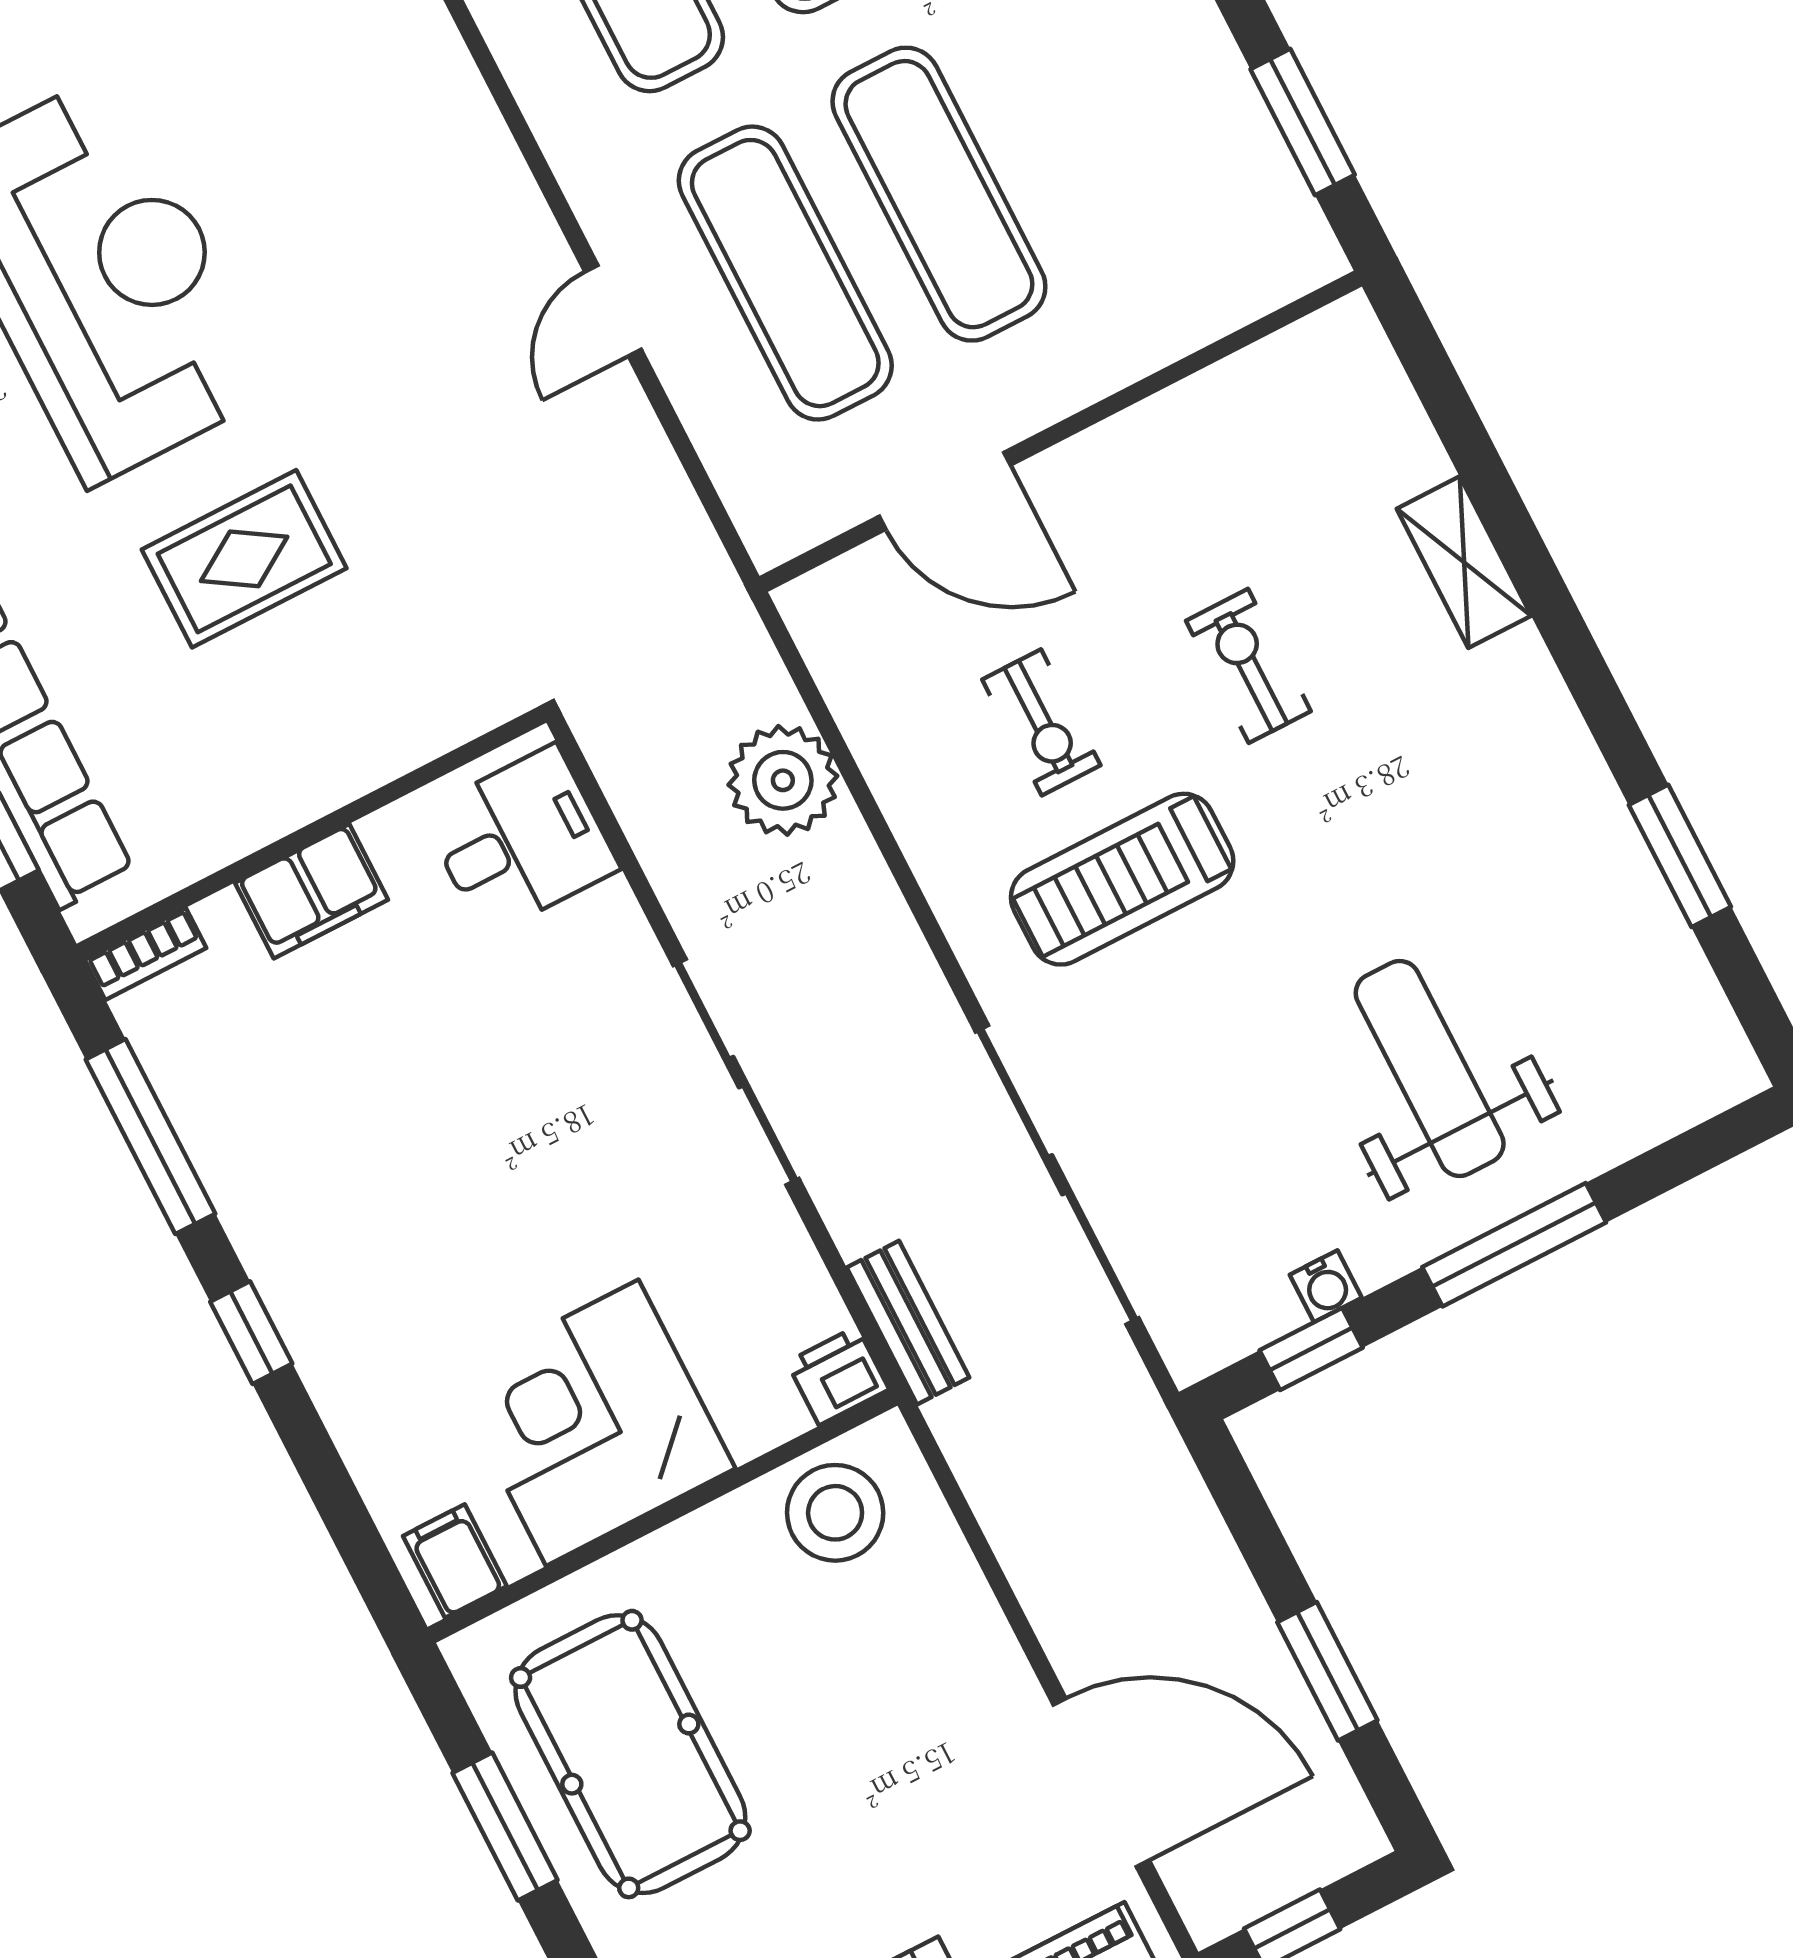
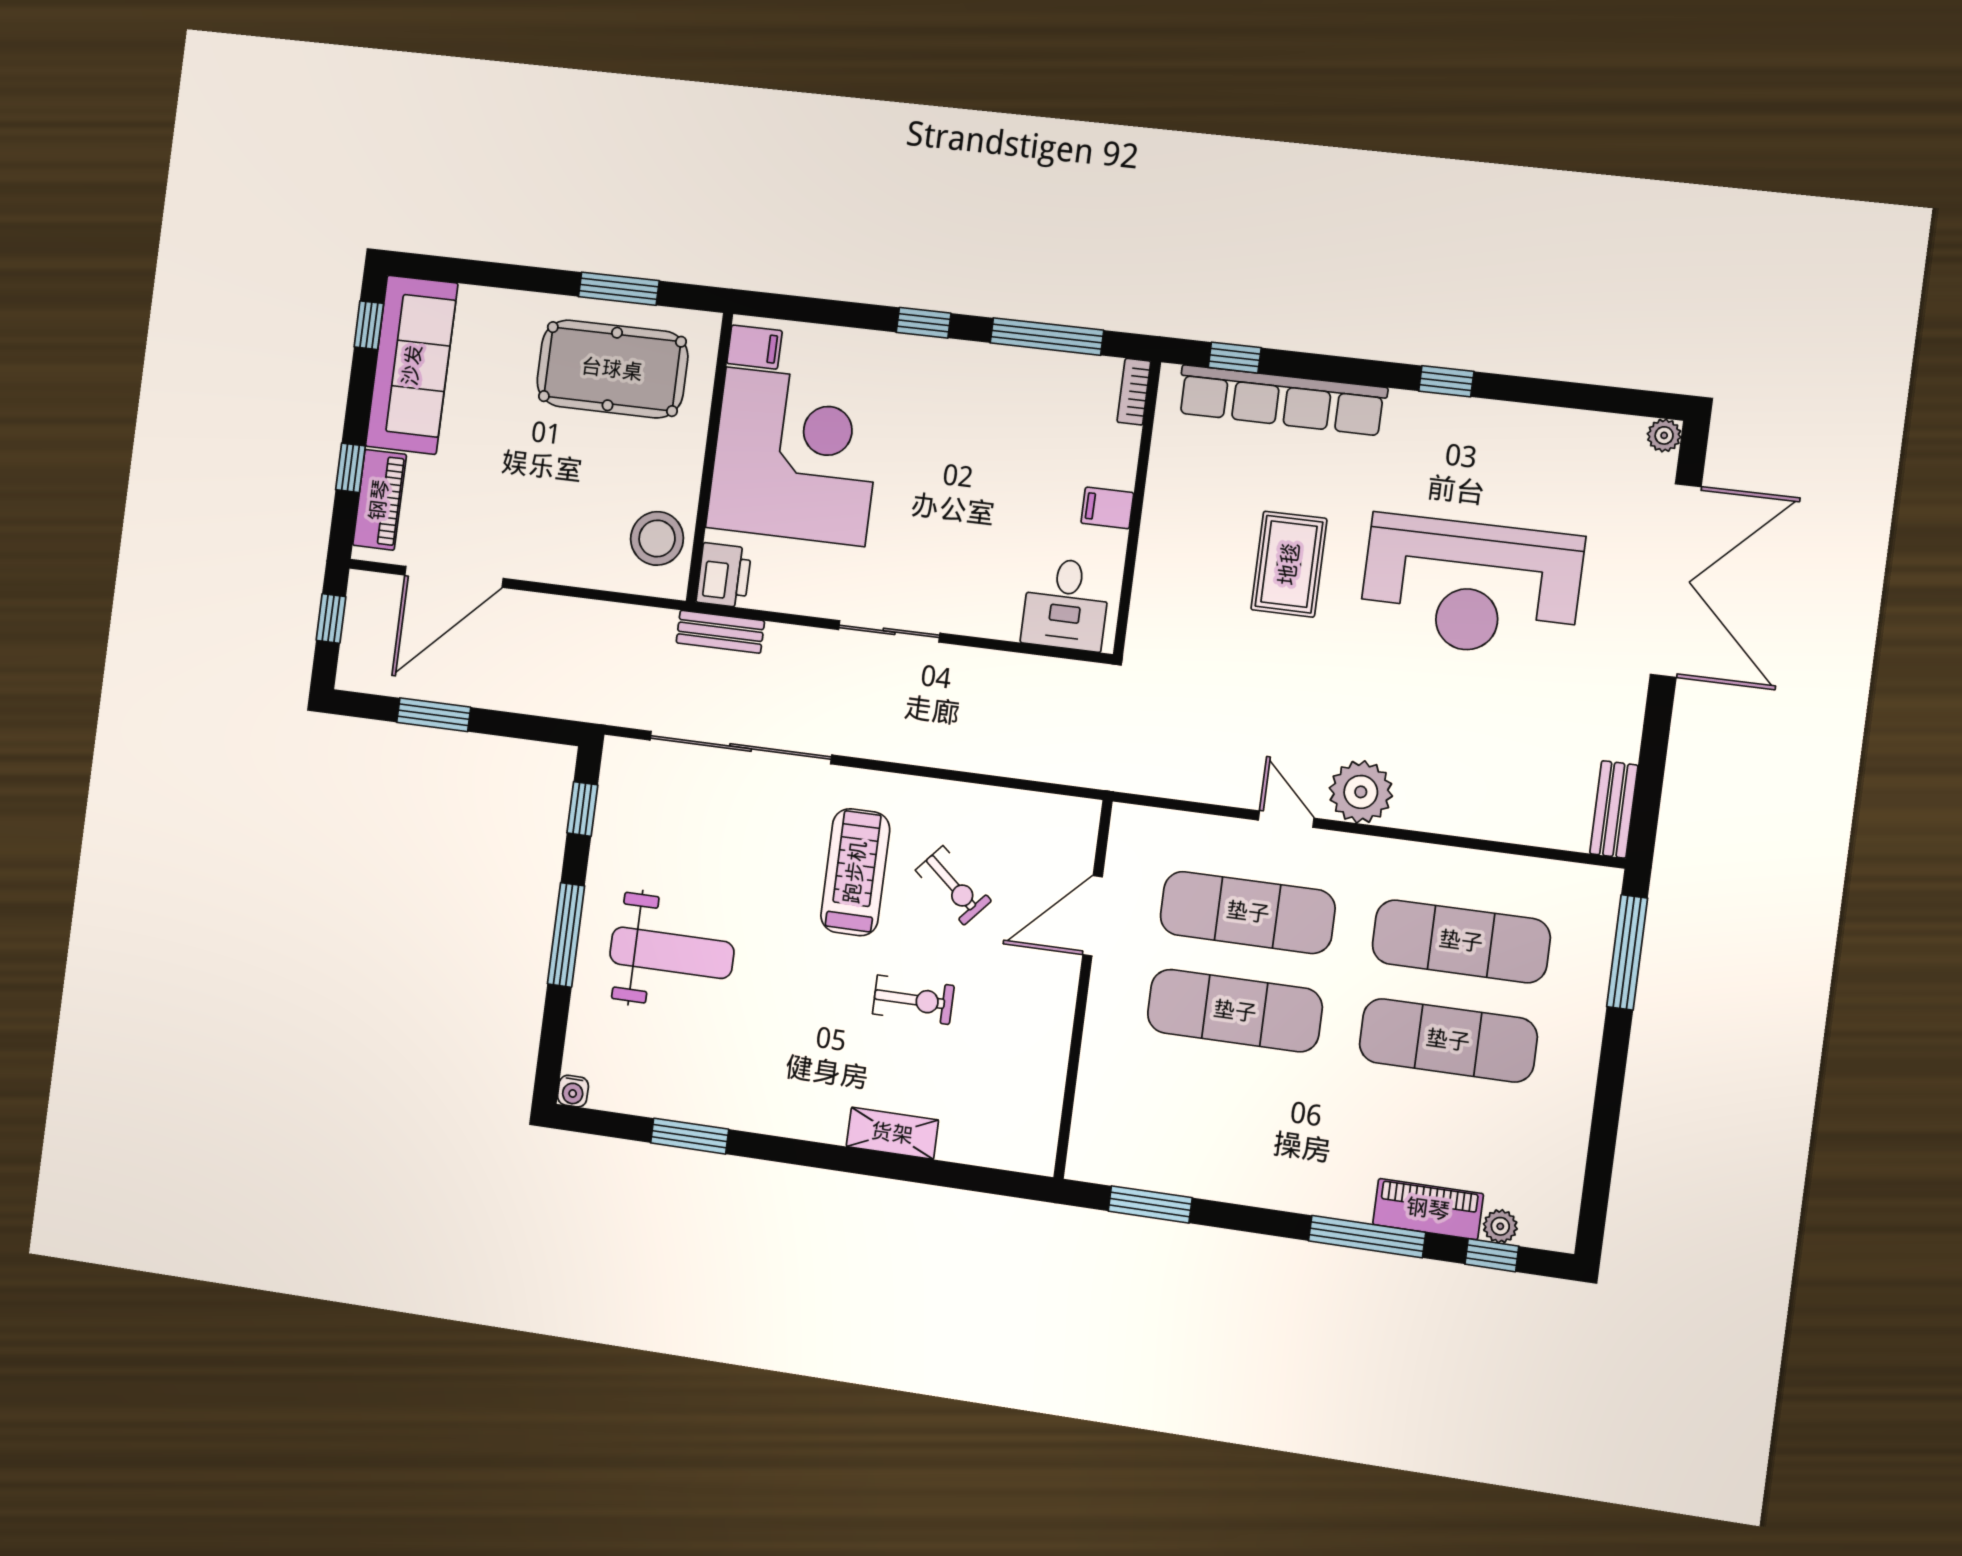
exercise bike: (1041, 722) -> (953, 885), turned -139
plant: (783, 780) -> (1361, 792), moved
filing cabinet: (312, 891) -> (1107, 508), width x0.50
sliding door: (736, 1072) -> (889, 631), width x0.73
water cooler: (1326, 1286) -> (573, 1091), moved, turned -90
printer: (838, 1376) -> (724, 575), width x1.36, depth x1.24
corner desk: (592, 1423) -> (795, 457), width x1.36, depth x1.36

